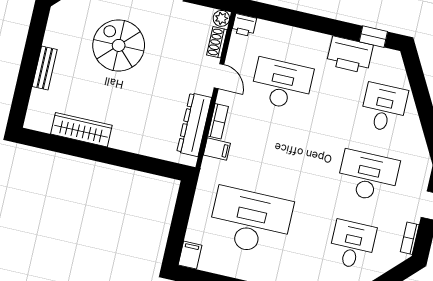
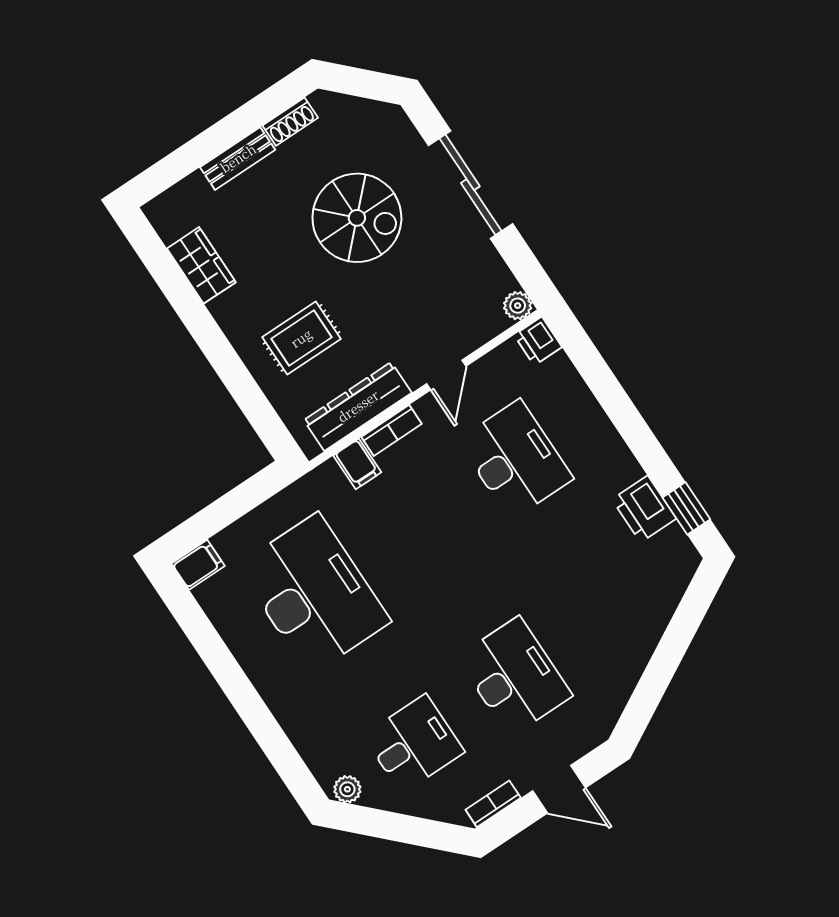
shoe rack: (217, 42) -> (290, 122), moved, turned 180
spiral stairs: (119, 45) -> (357, 218), turned 90
printer: (350, 55) -> (644, 509), width x0.73, depth x0.84
desk: (384, 108) -> (615, 609), removed
rug: (143, 118) -> (301, 338), added
wardrobe: (81, 130) -> (201, 265), width x0.67

